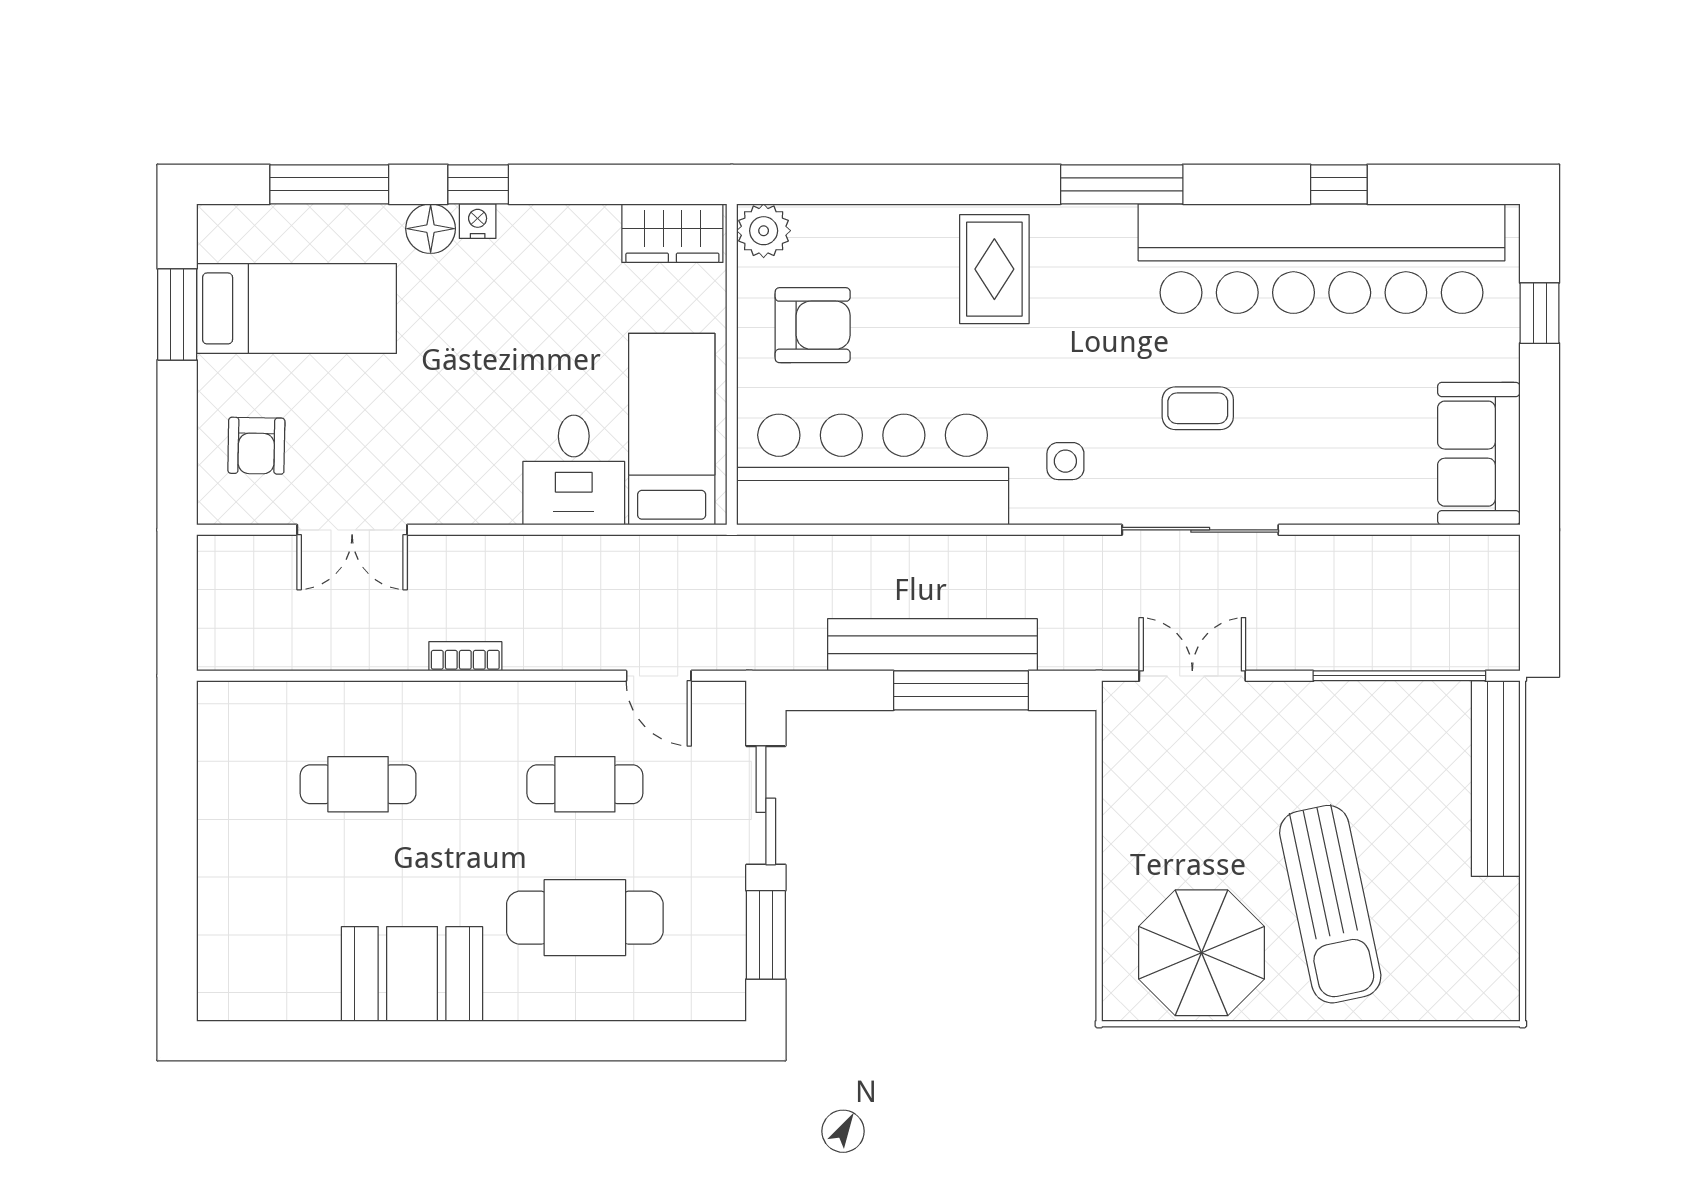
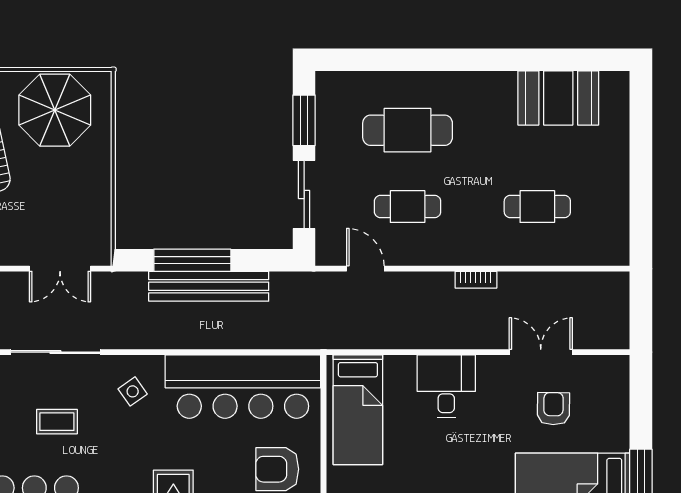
armchair: (256, 446) -> (553, 409), moved
side table: (1065, 461) -> (133, 391), turned -35
desk: (574, 470) -> (446, 386), moved
booth: (412, 974) -> (558, 98), moved

